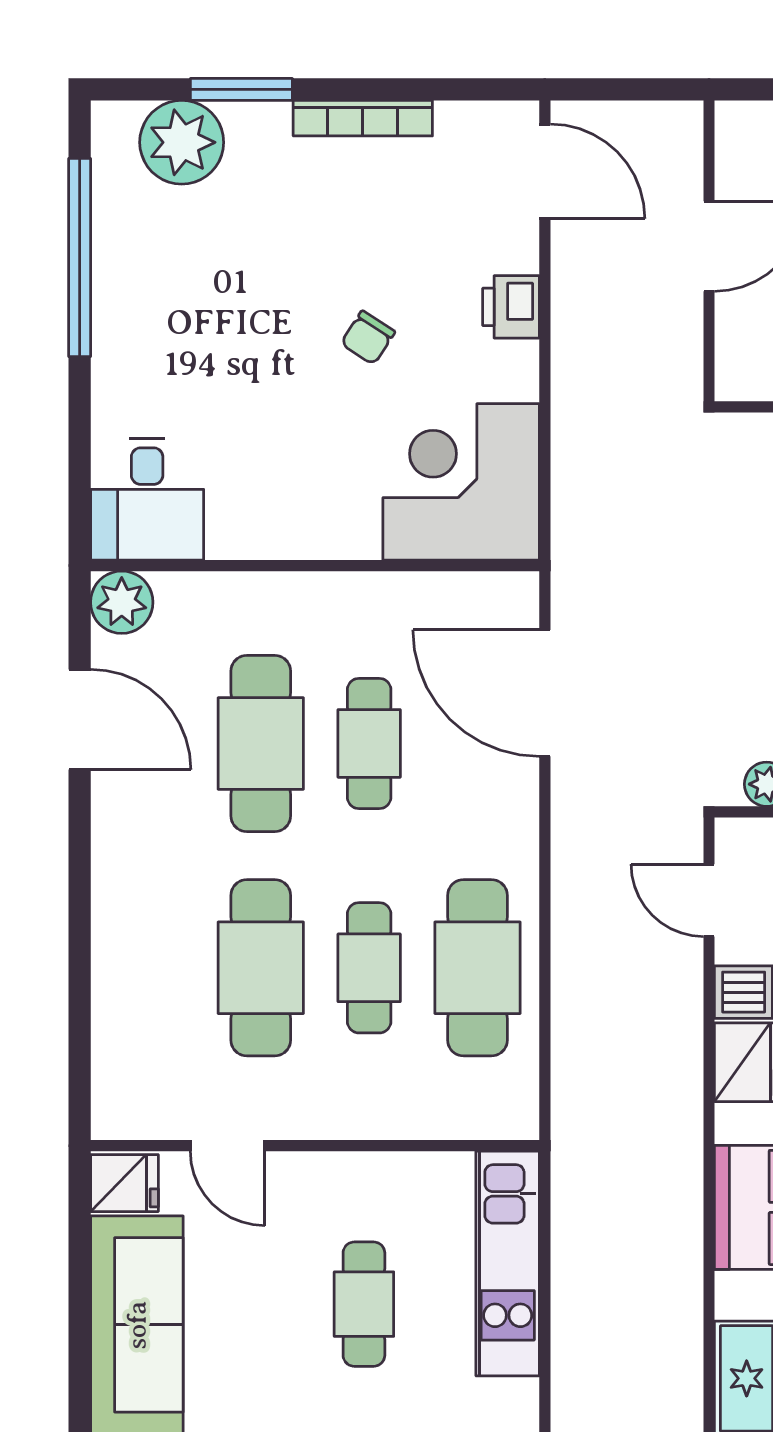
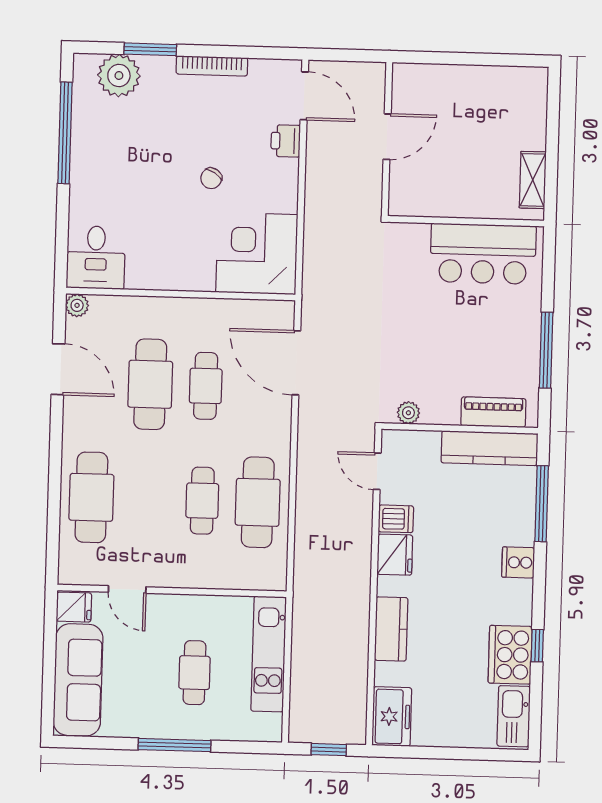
printer: (511, 307) -> (286, 141), moved
plant: (122, 602) -> (77, 305), width x0.73, depth x0.73
cafe table: (261, 968) -> (91, 497), moved

